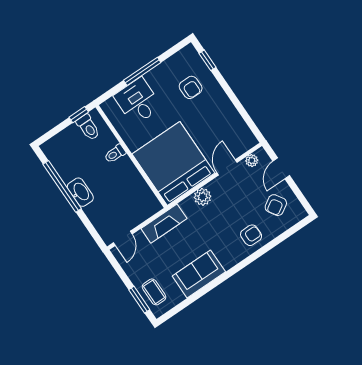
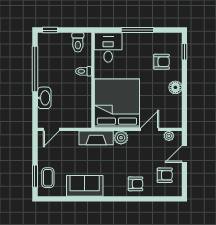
armchair: (191, 87) -> (162, 62), turned -90
desk: (138, 101) -> (108, 47), moved
floor lamp: (224, 105) -> (175, 87), added
window: (79, 115) -> (50, 30), moved
washbasin: (80, 192) -> (44, 98), moved
armchair: (276, 205) -> (165, 175), turned -148
fireplace: (164, 224) -> (96, 138), moved

